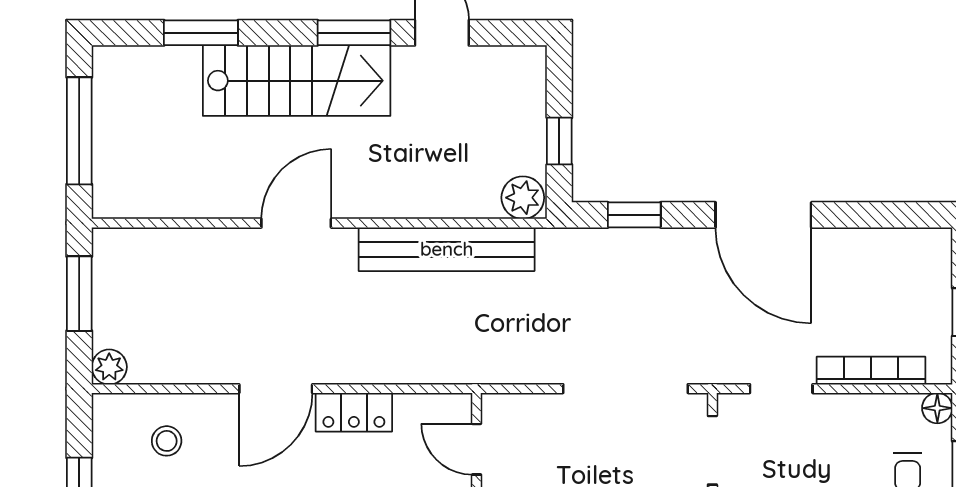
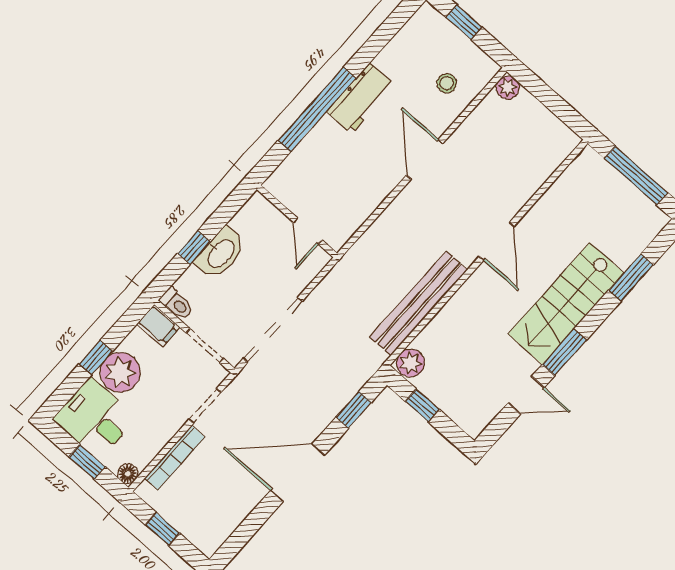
window: (79, 294) -> (557, 105), removed
locker: (354, 412) -> (379, 187), removed
door: (477, 449) -> (308, 231), swing flipped

